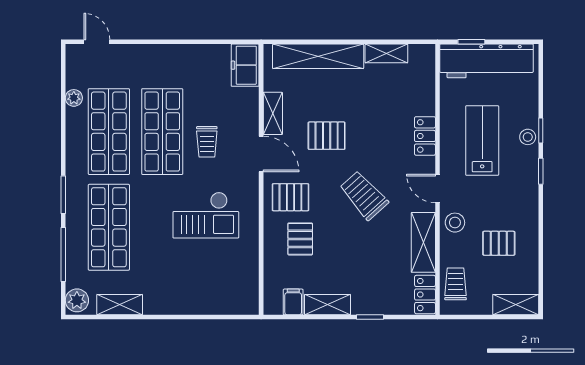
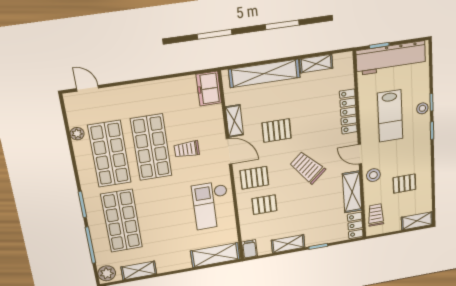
locker: (425, 136) -> (348, 112), width x1.53
lab bench: (482, 141) -> (390, 116), turned 180
trolley: (207, 142) -> (187, 149), turned 90
checkout: (206, 215) -> (211, 205), moved, turned 90
pallet: (300, 239) -> (264, 205), turned 90
shelving: (225, 302) -> (215, 255), added
filing cabinet: (293, 302) -> (249, 249), moved

